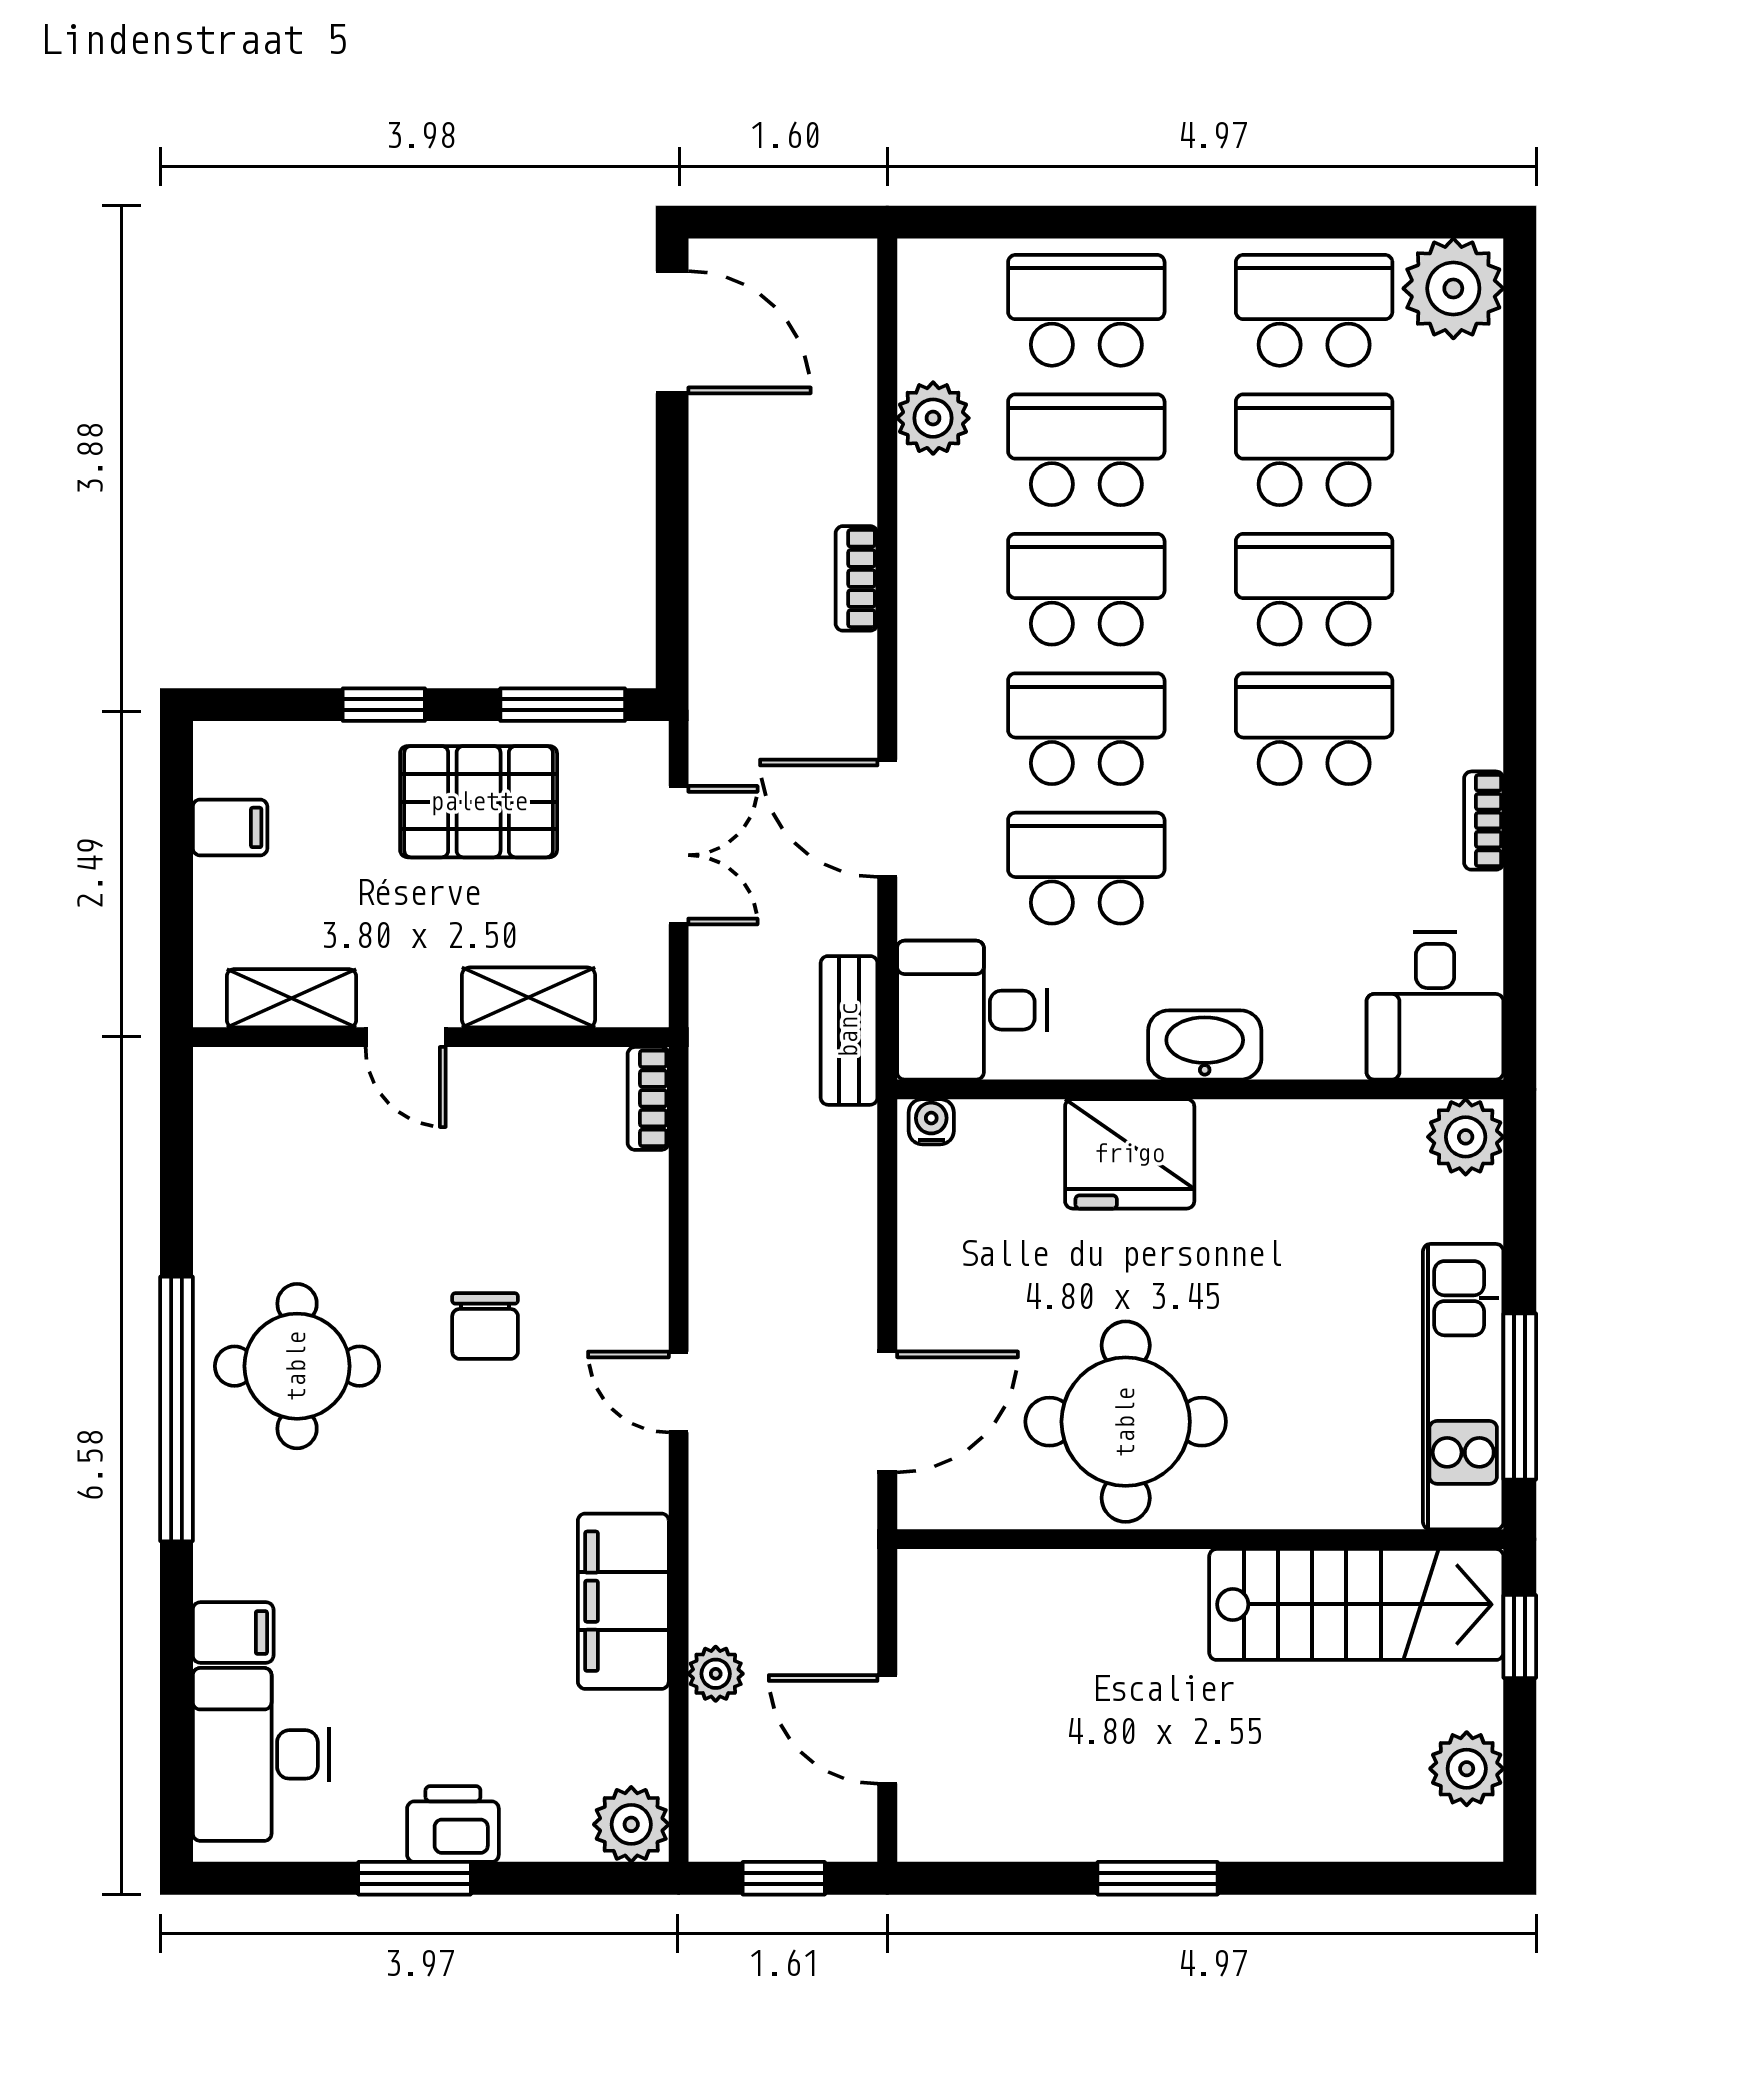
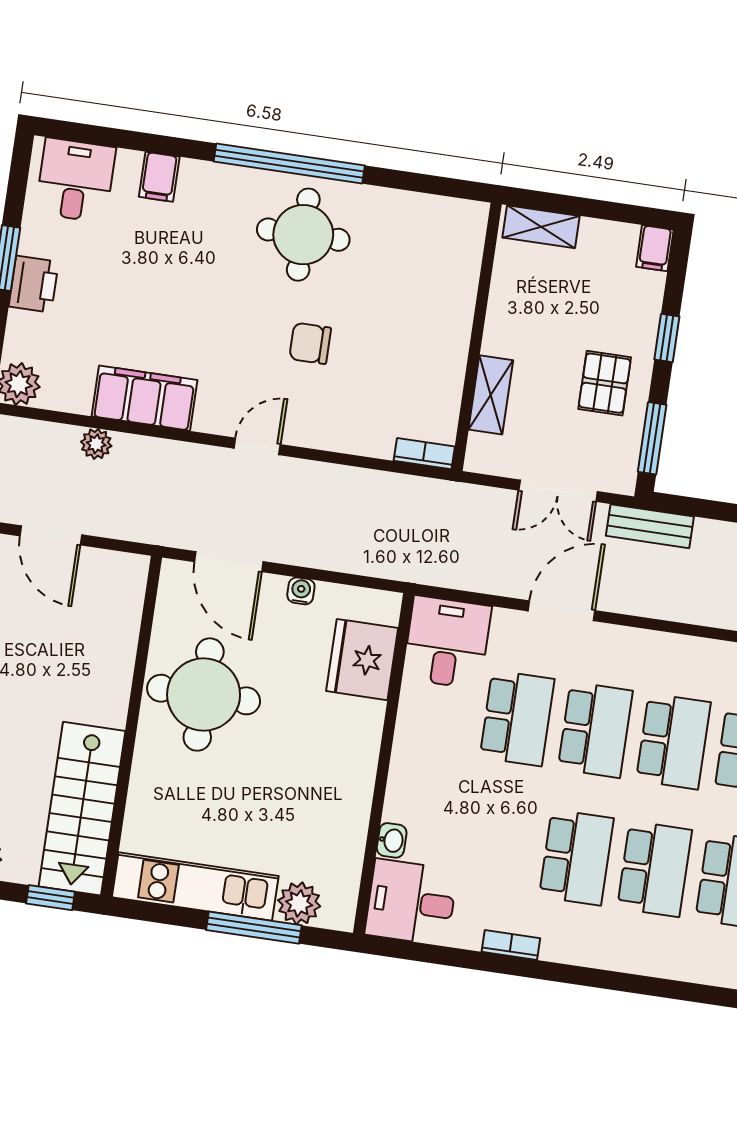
bookcase: (857, 578) -> (698, 613), removed
pallet: (479, 802) -> (605, 383), width x0.67, depth x0.71
filing cabinet: (230, 827) -> (655, 248), moved
shelving: (291, 998) -> (541, 227), moved, turned 90
bench: (849, 1030) -> (650, 526), moved
door: (406, 1037) -> (479, 323), removed
washbasin: (1205, 1045) -> (392, 840), moved, width x0.52, depth x0.69
water cooler: (931, 1122) -> (301, 591), moved, turned -90
plant: (1466, 1137) -> (299, 903), moved
fridge: (1130, 1154) -> (362, 660), moved
window: (1520, 1397) -> (254, 928), moved
door: (887, 1729) -> (51, 535), swing flipped
desk: (261, 1754) -> (75, 180), width x0.73

